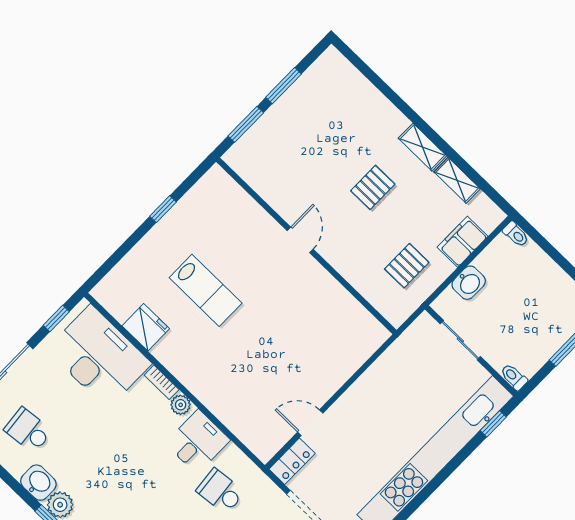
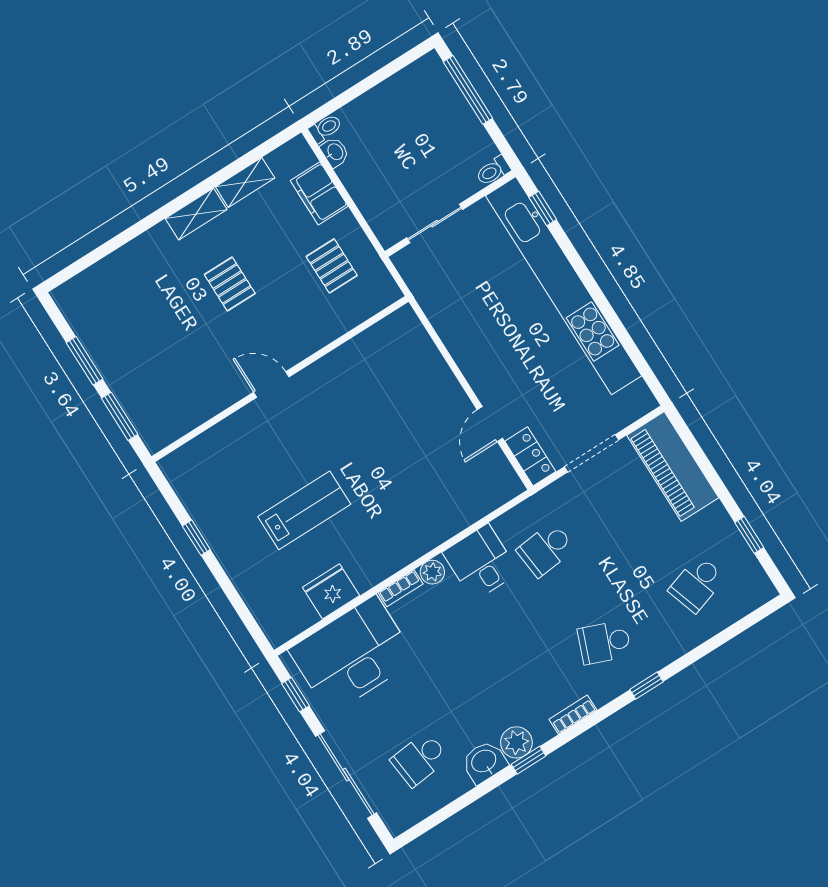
washbasin: (469, 283) -> (335, 152), moved, width x0.72, depth x0.69

